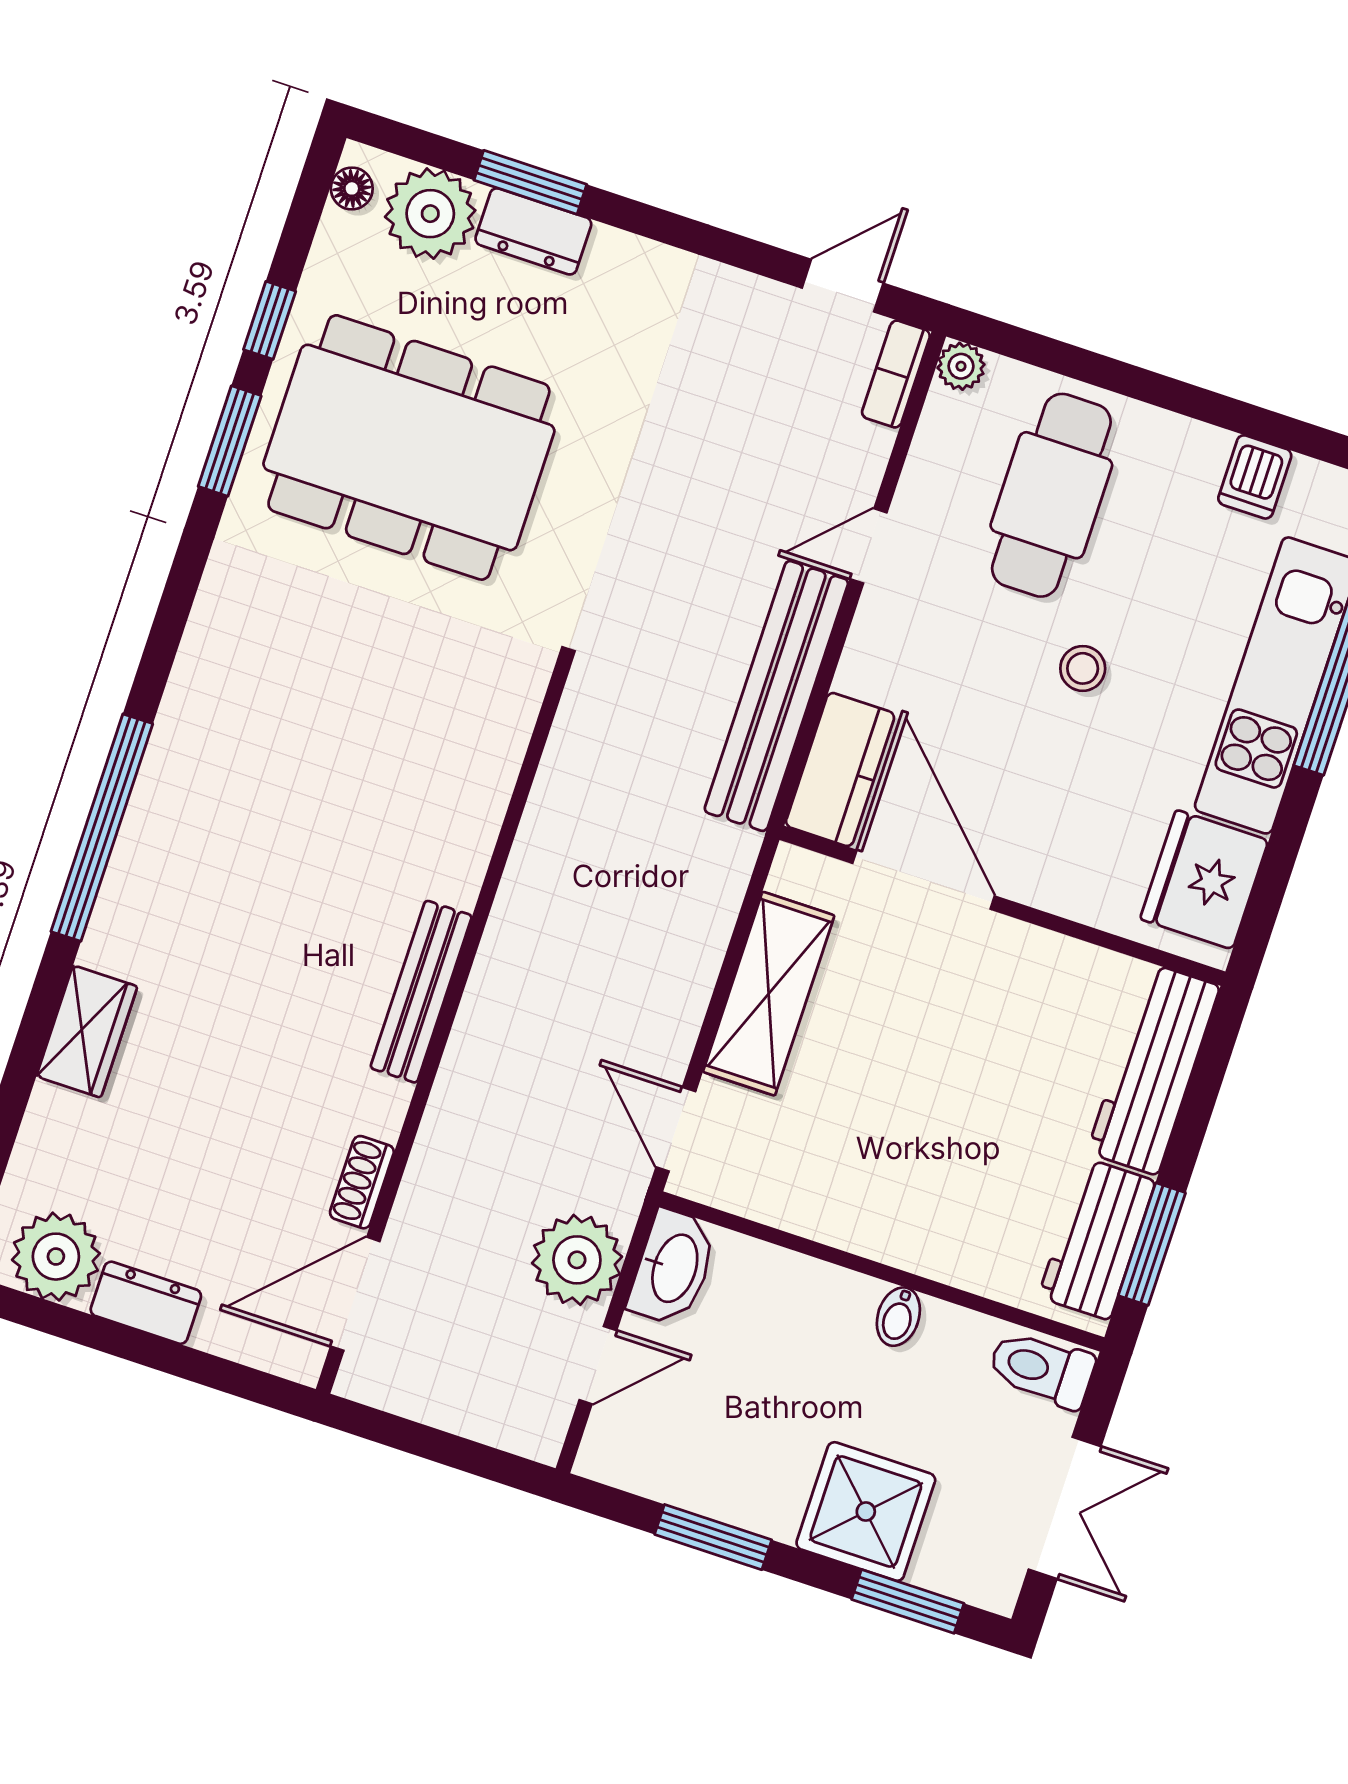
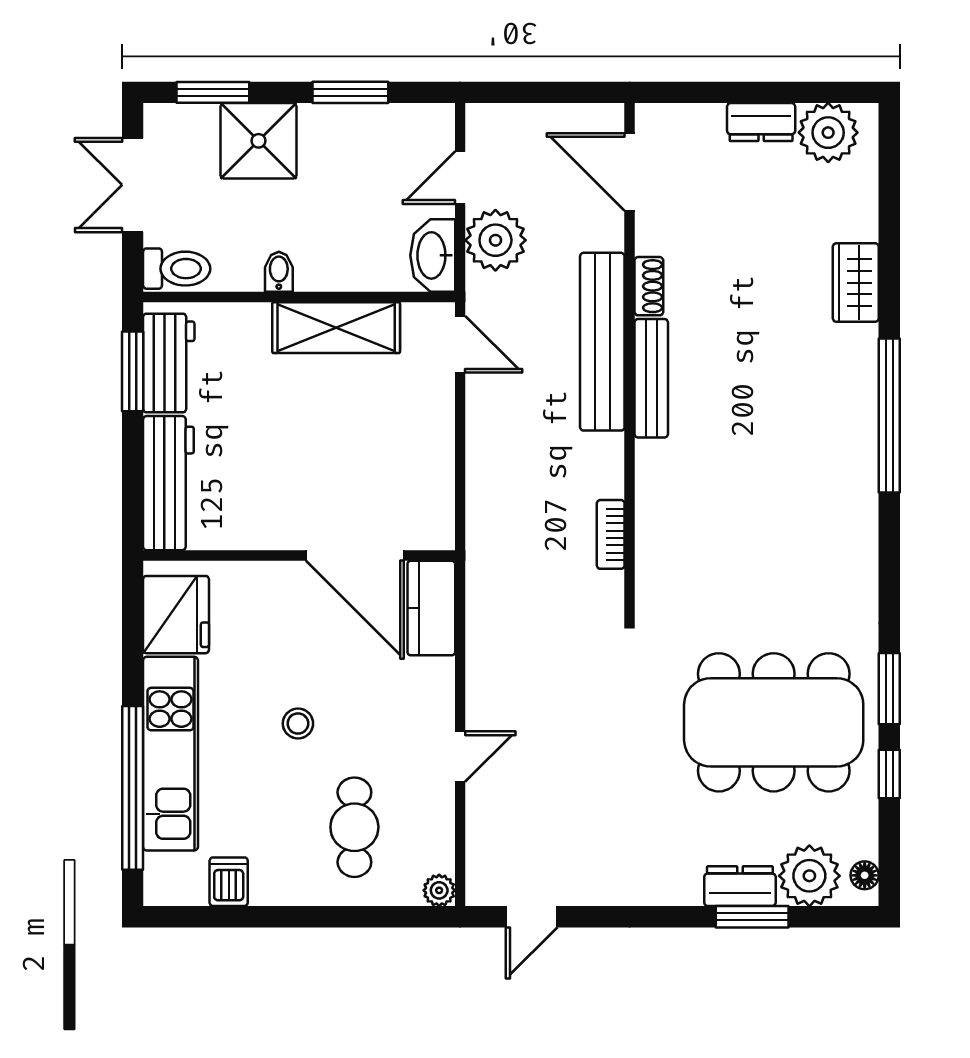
bookcase: (896, 374) -> (611, 534), moved, turned 180
cafe table: (1051, 495) -> (354, 827), width x0.73, depth x0.74
bench: (776, 696) -> (602, 342), moved
shelving: (769, 994) -> (336, 328), moved, turned 90
shoe rack: (362, 1182) -> (649, 286), moved
door: (355, 1294) -> (630, 172), swing flipped

